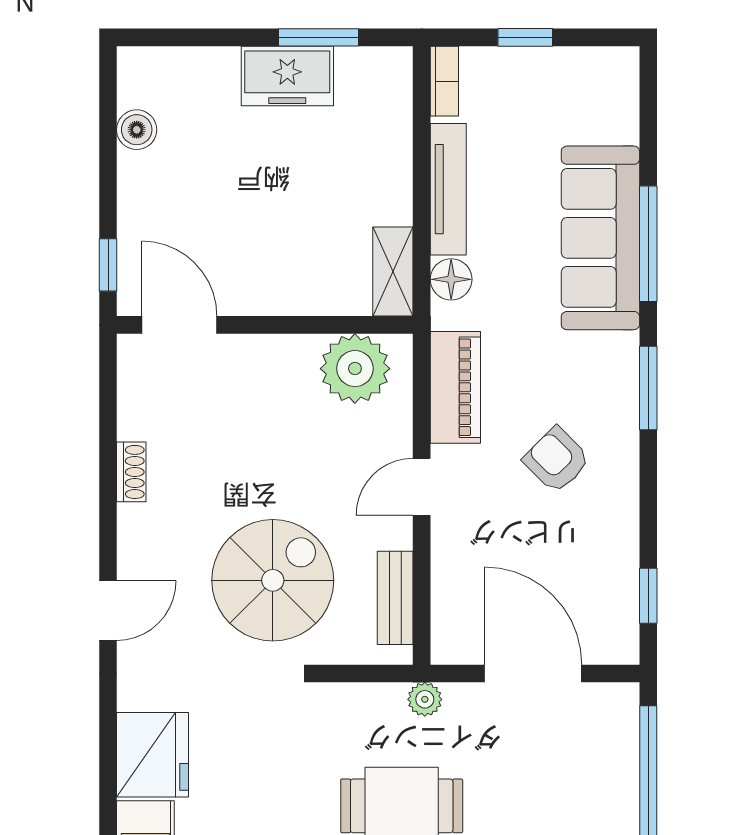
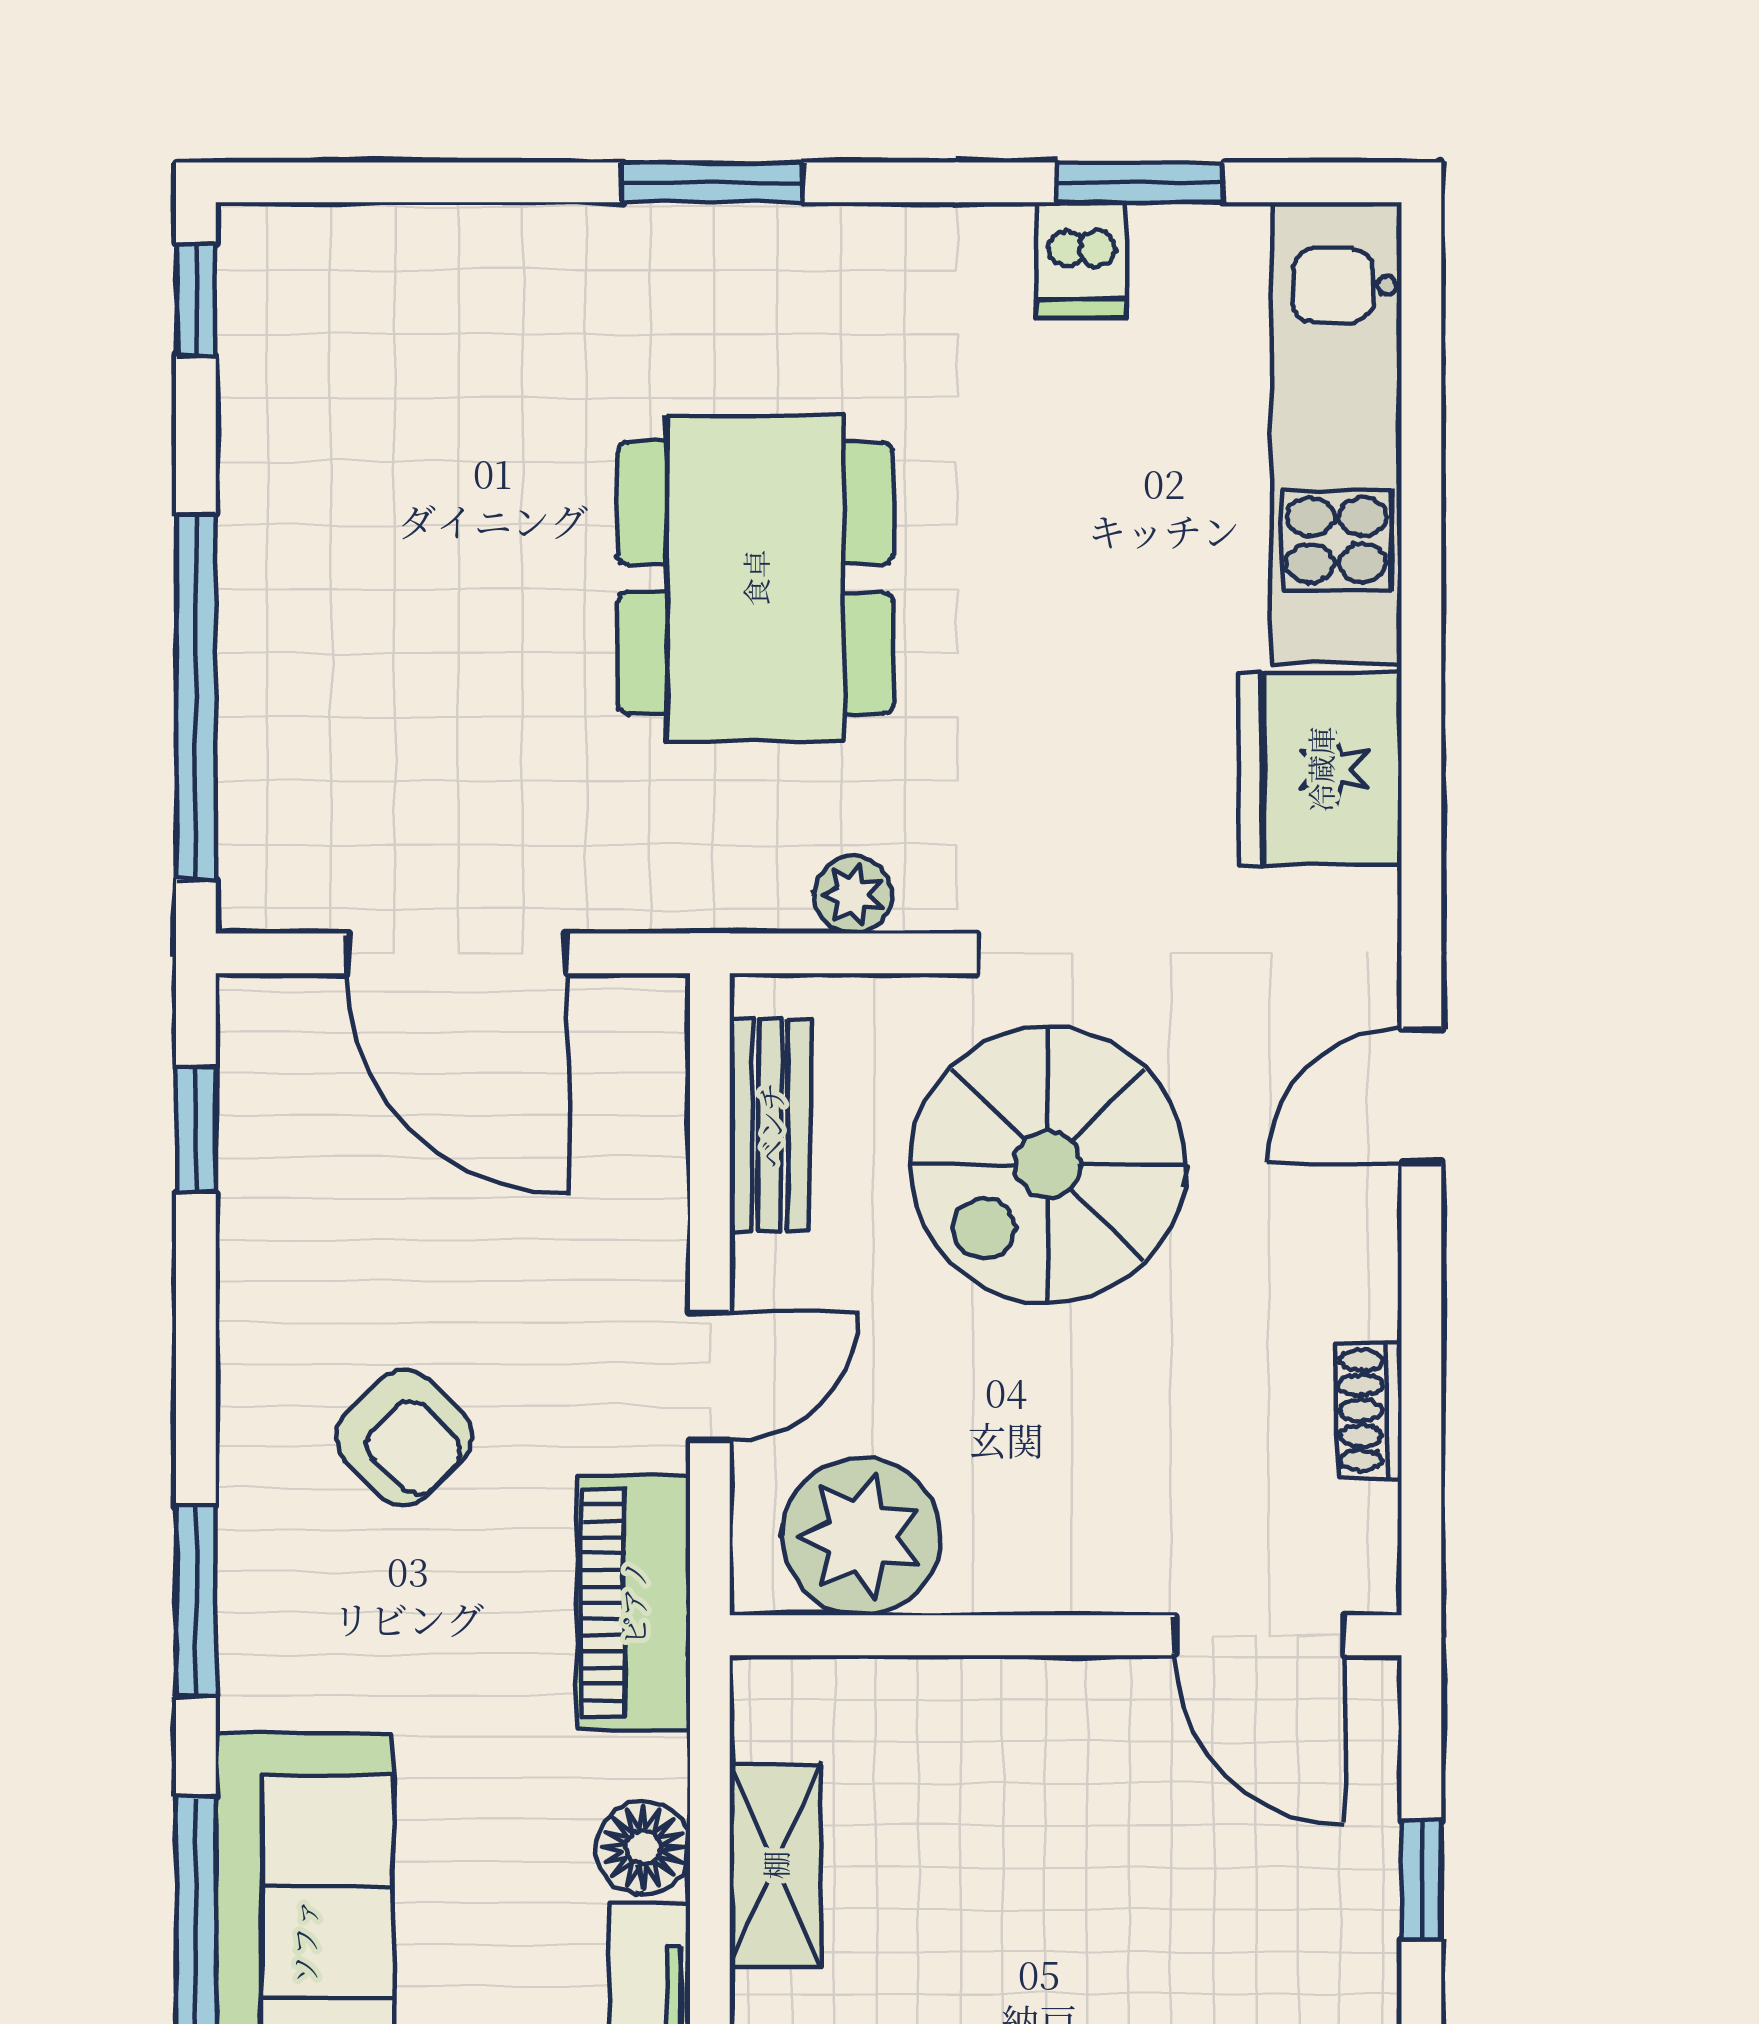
door: (179, 325) -> (1259, 1635), moved
wall: (265, 325) -> (1066, 1635), moved
plant: (355, 369) -> (861, 1536), moved
plant: (425, 699) -> (853, 895), moved

